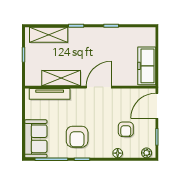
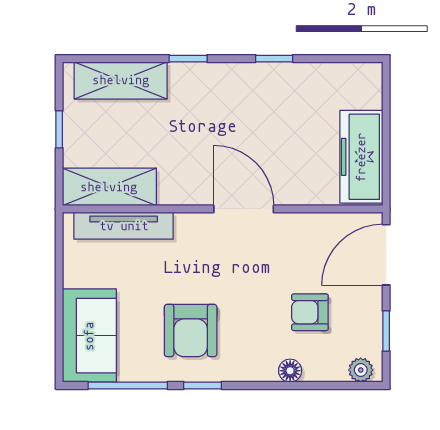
shelving: (61, 78) -> (109, 187), moved
door: (99, 87) -> (244, 209), hinge flipped
armchair: (126, 129) -> (310, 312), turned 90

